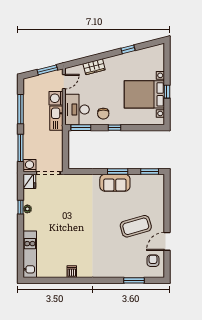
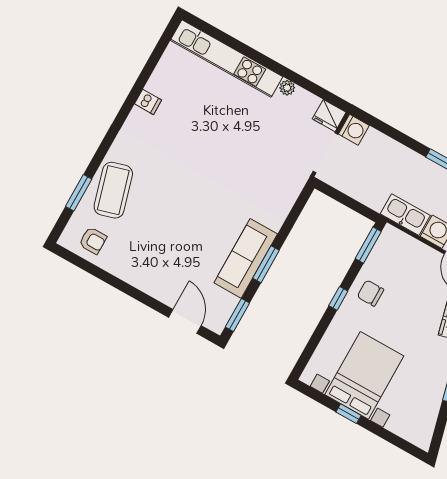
desk: (77, 109) -> (400, 255), removed
window: (21, 148) -> (390, 131), removed
sofa: (115, 183) -> (246, 258), width x1.36
window: (21, 207) -> (296, 78), removed
coffee table: (136, 226) -> (113, 190), moved
door: (167, 241) -> (185, 321), moved
kitchen unit: (30, 254) -> (226, 59), width x1.36

